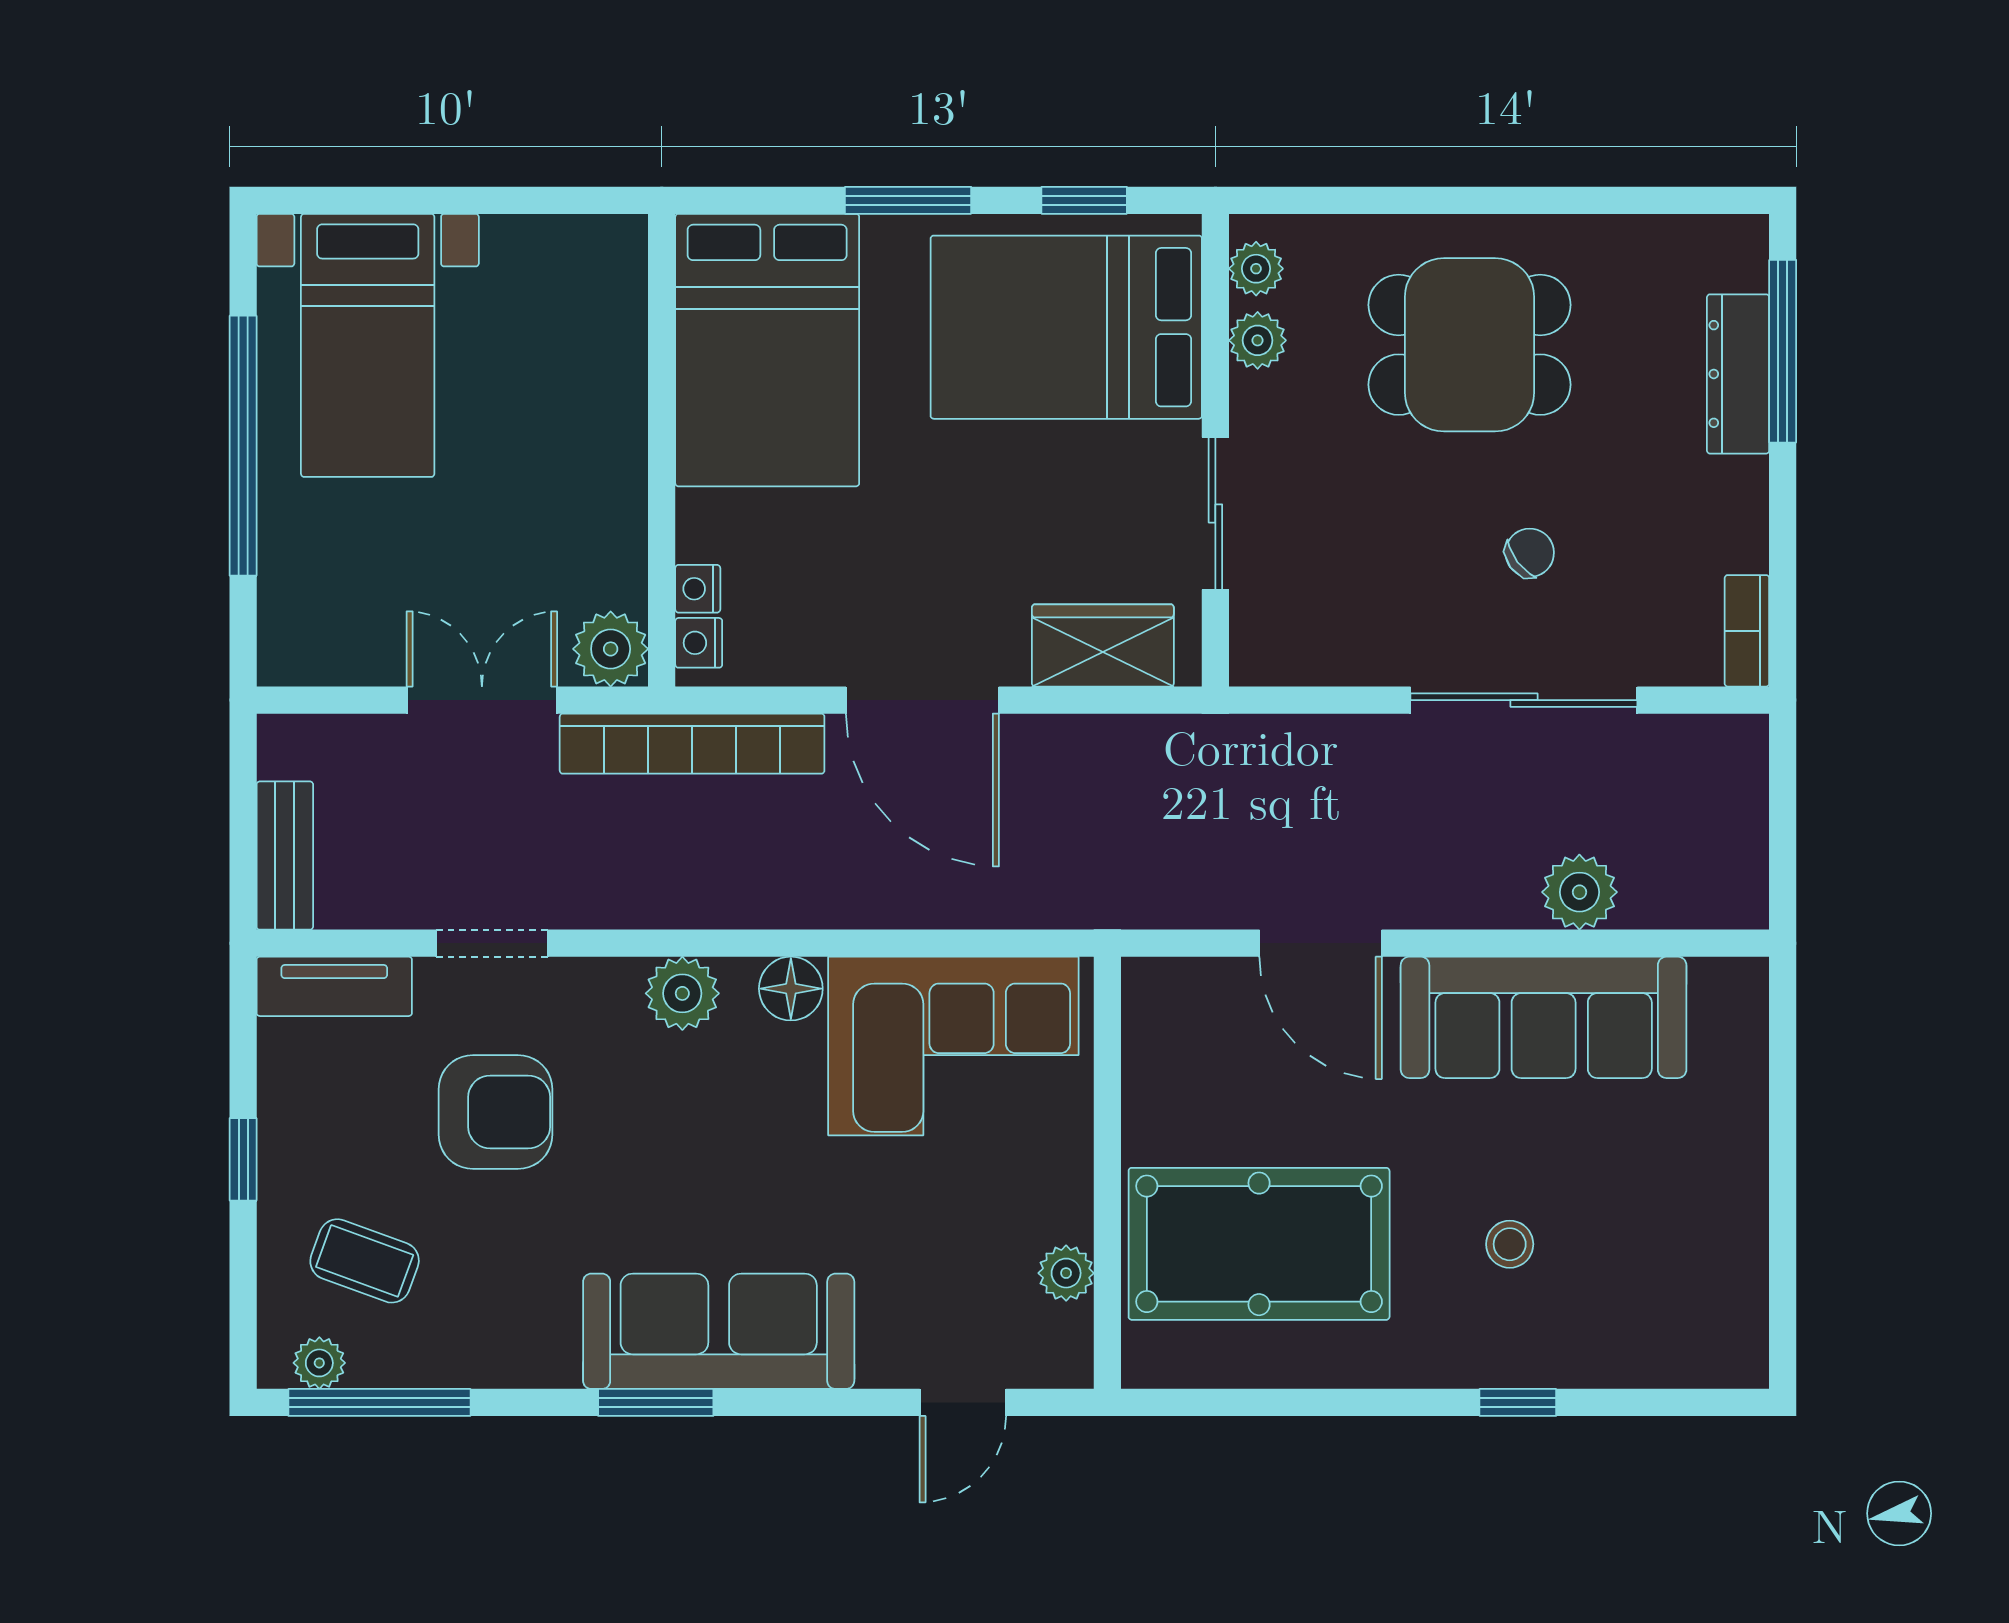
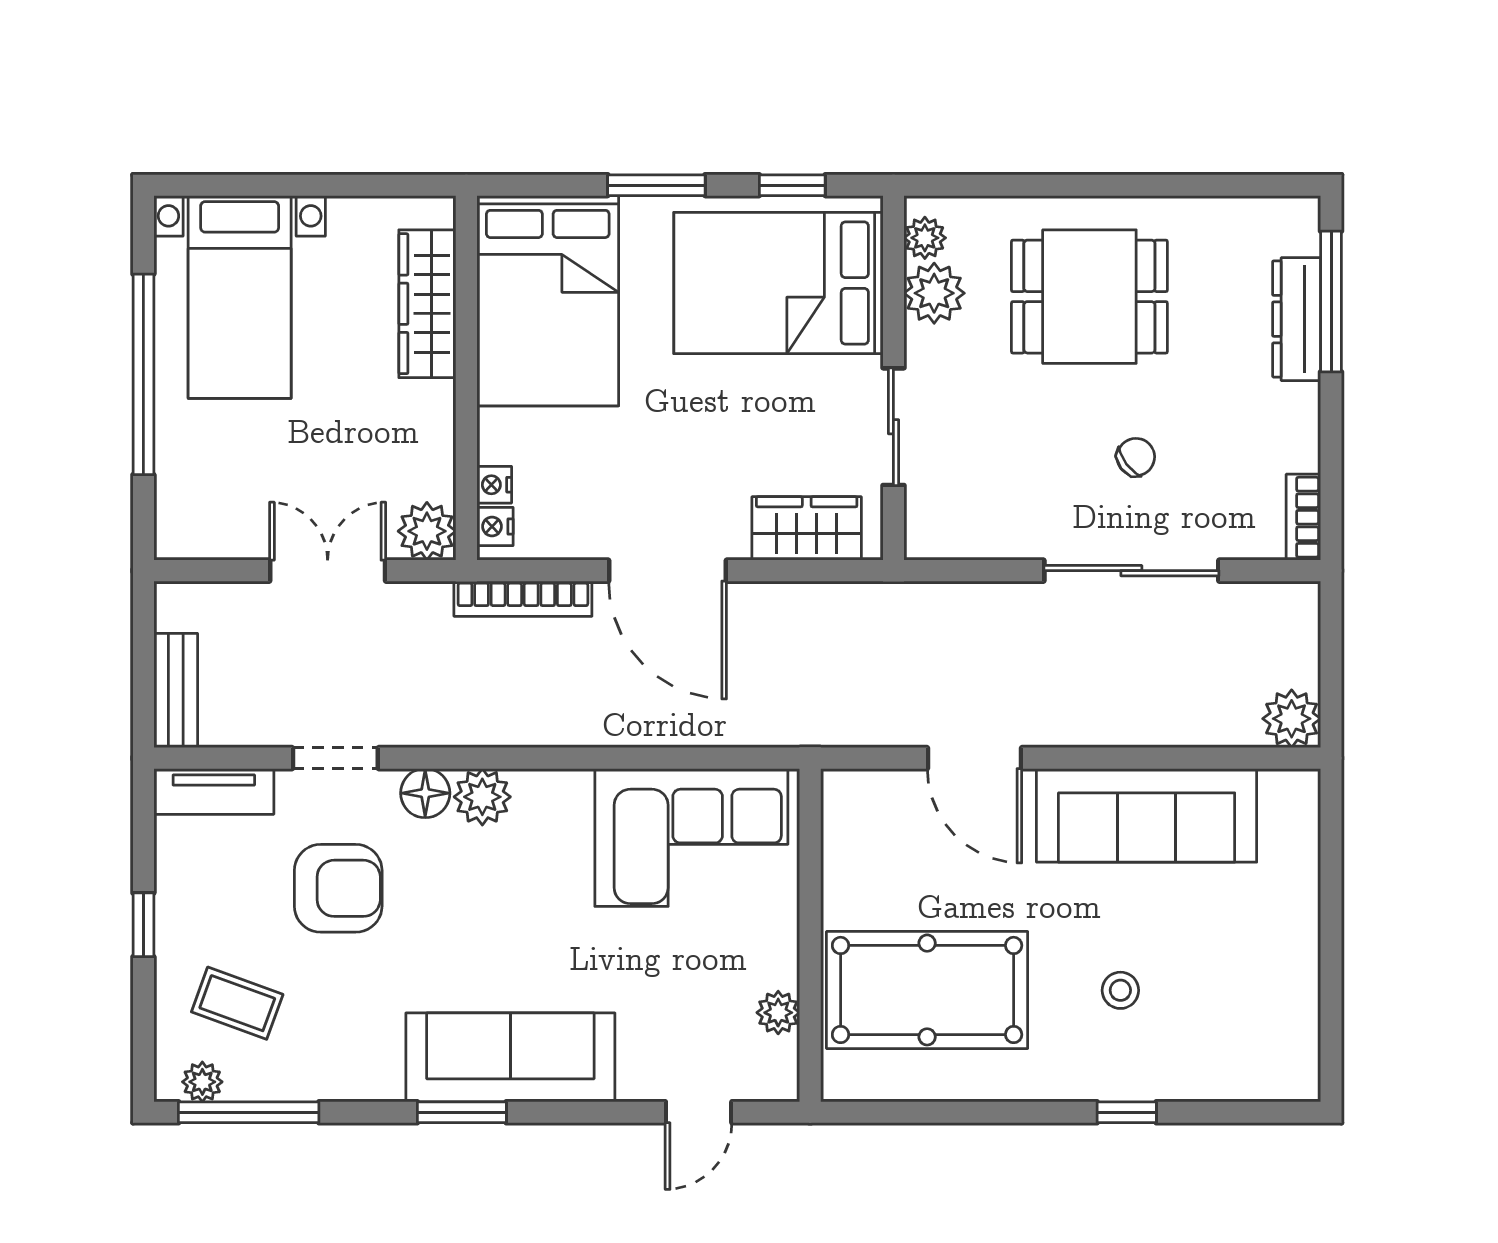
plant: (1258, 340) -> (934, 293), width x1.38, depth x1.38
wardrobe: (611, 354) -> (427, 304), added
bookcase: (692, 744) -> (523, 599), width x0.68, depth x0.76
plant: (1579, 892) -> (1292, 719), moved
floor lamp: (791, 989) -> (425, 793), moved

